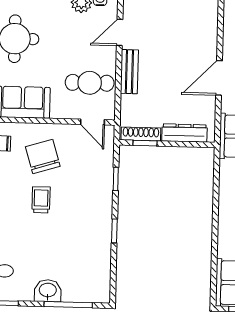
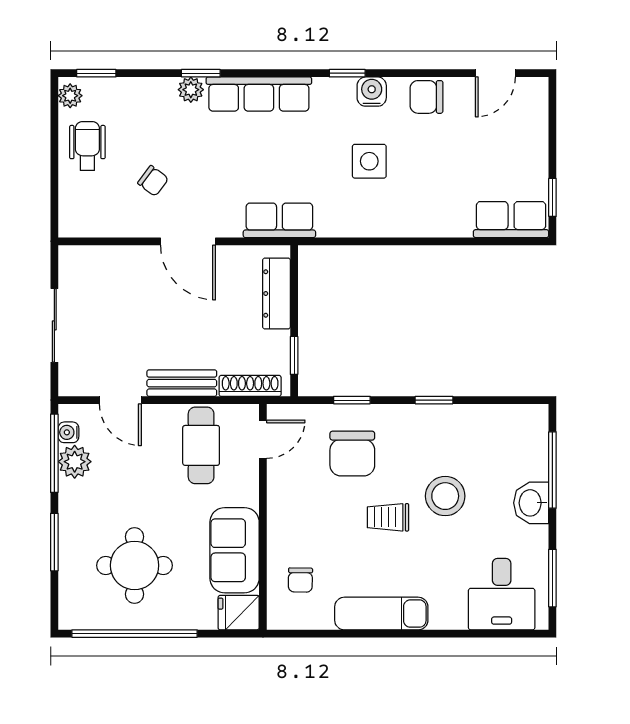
shoe rack: (141, 134) -> (250, 386), moved, turned 90
chair: (43, 156) -> (352, 454), moved, turned -73
stool: (54, 236) -> (445, 496), added

